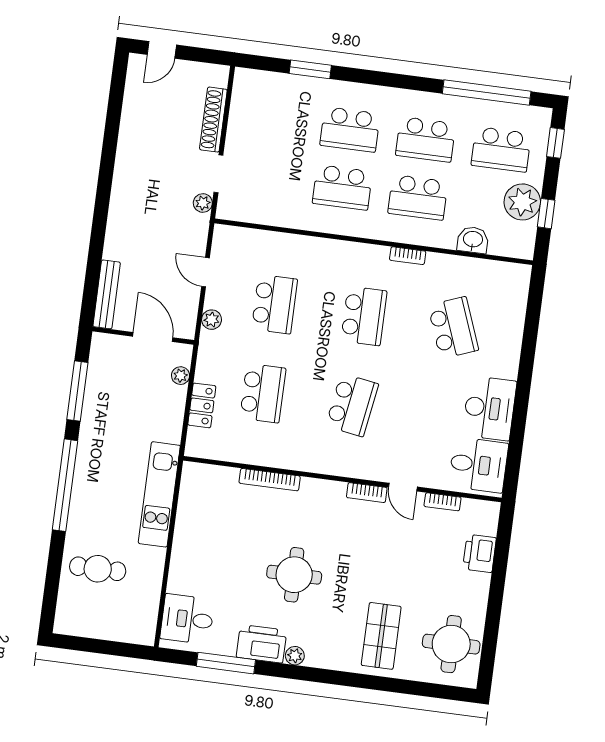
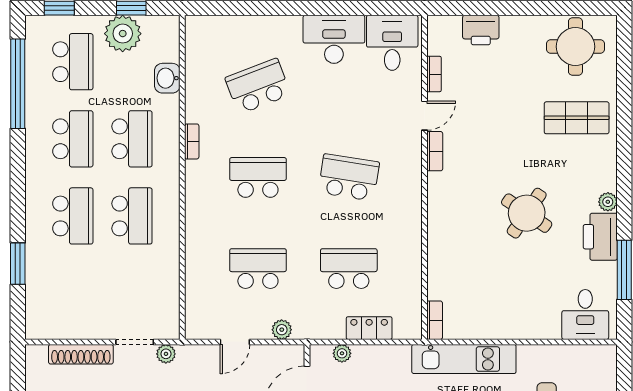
bookcase: (270, 480) -> (435, 320), moved, width x0.64
round table: (294, 575) -> (527, 213), turned 34

